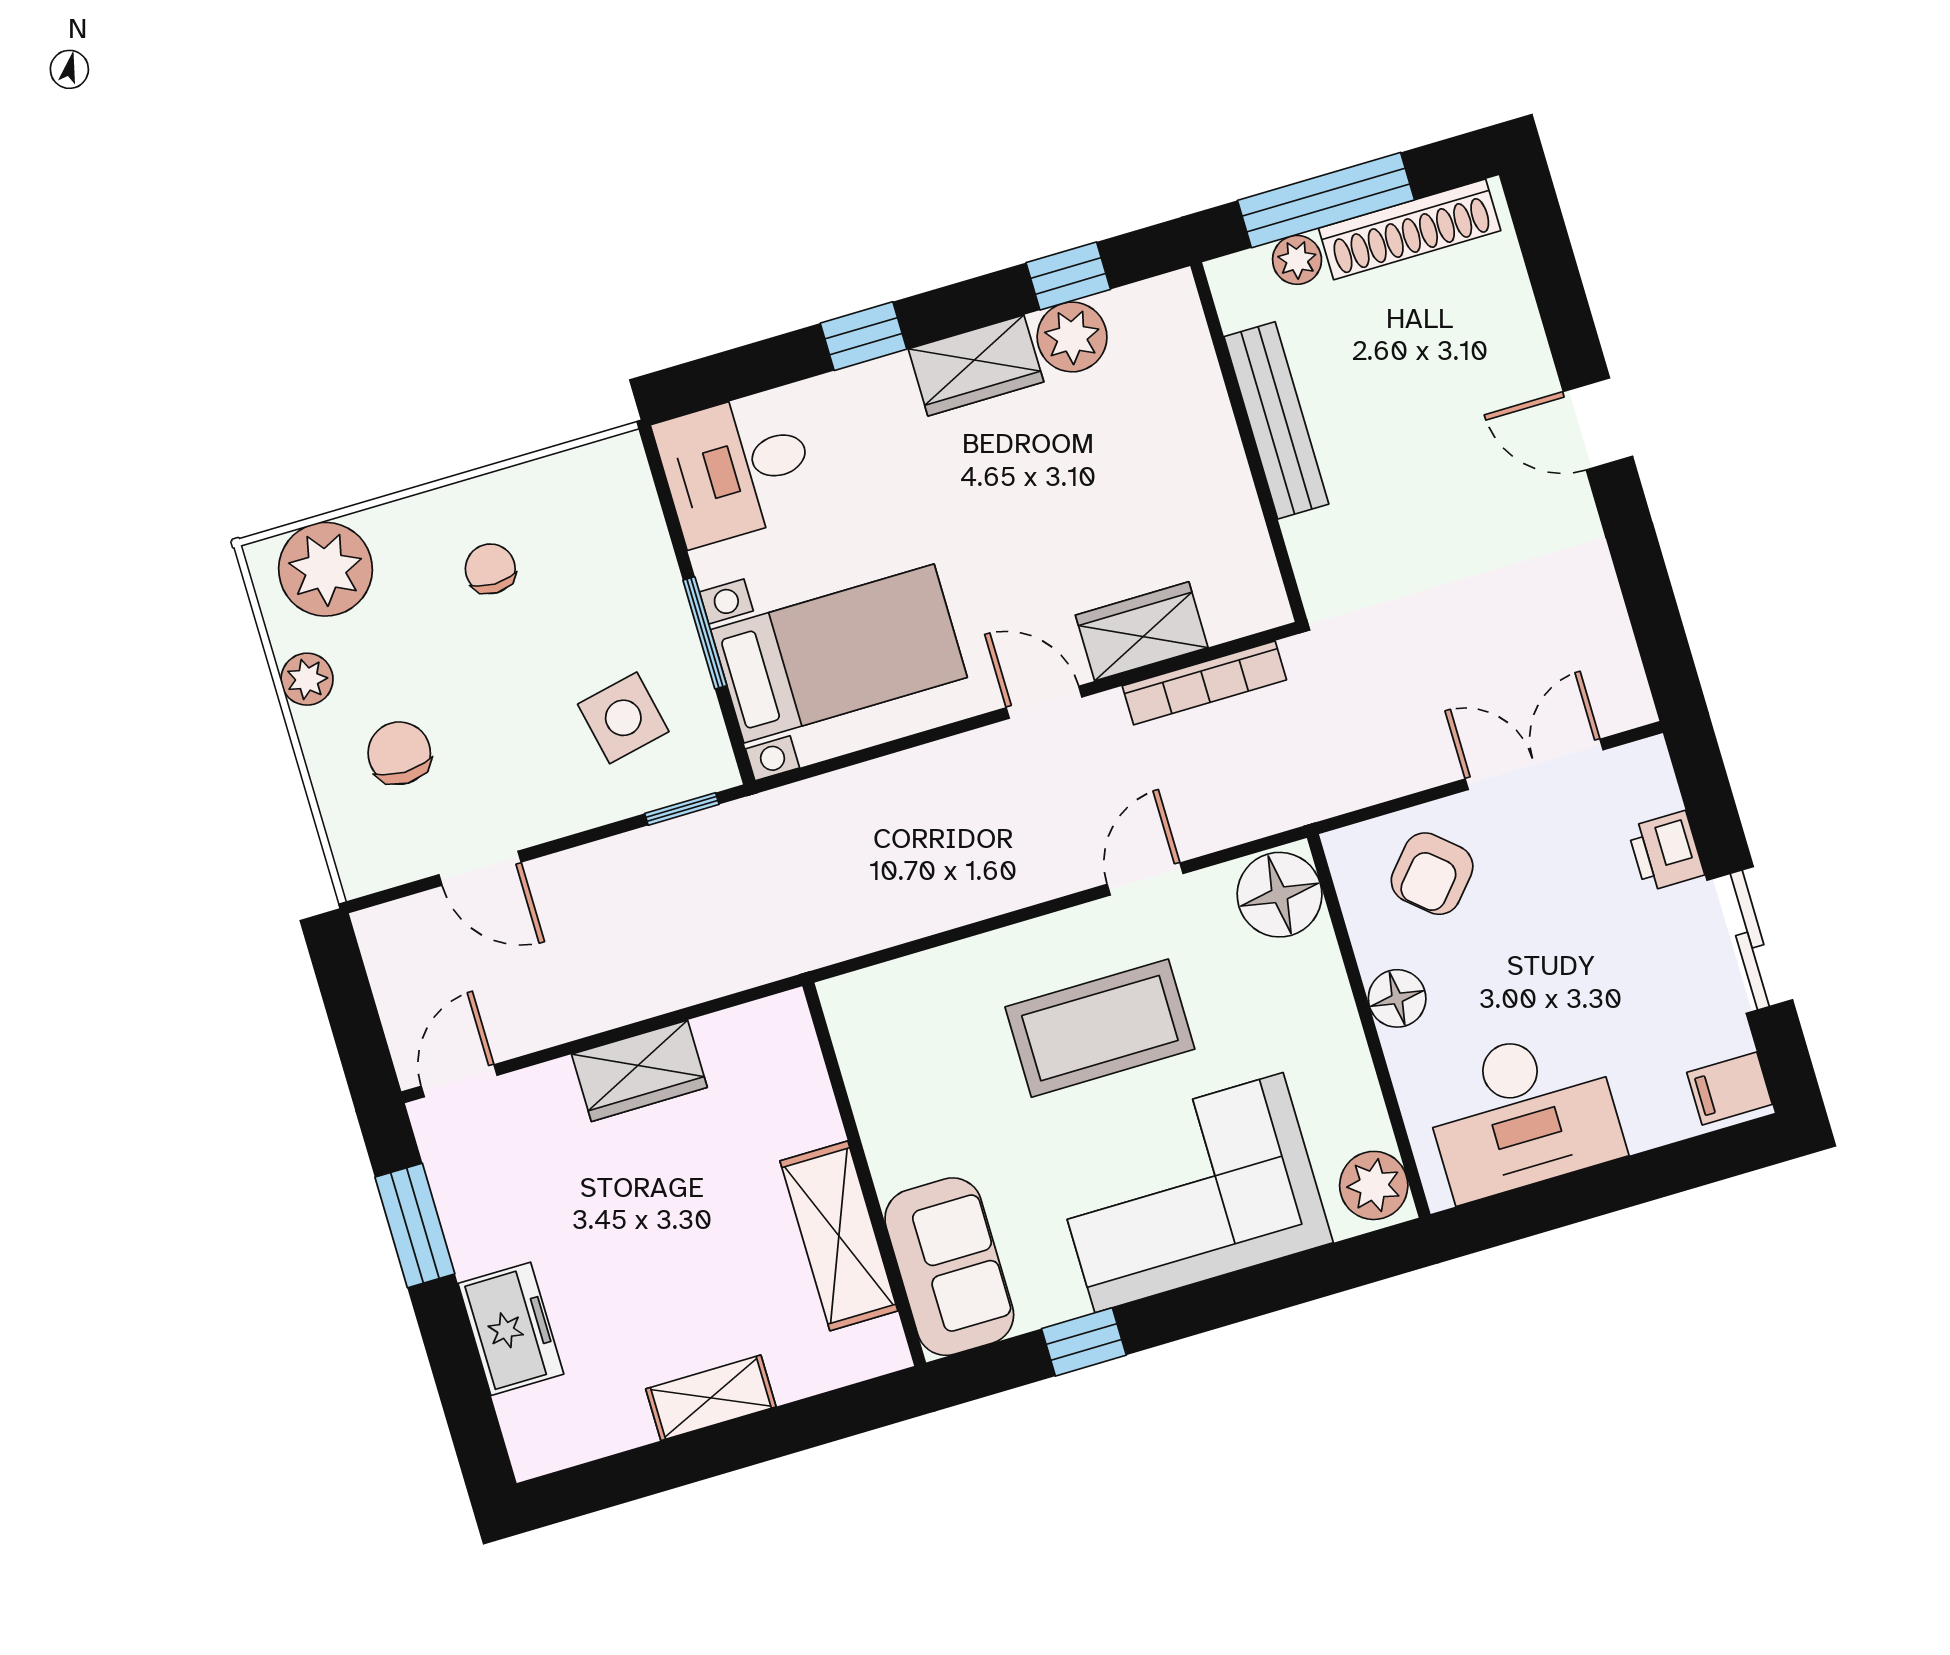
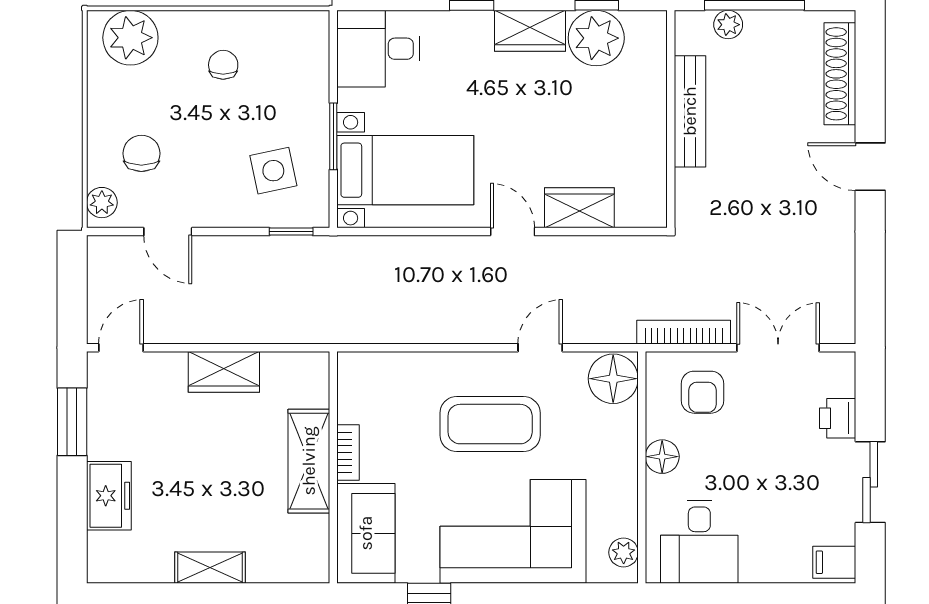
shoe rack: (1410, 229) -> (840, 74), moved, turned 90
plant: (1072, 337) -> (596, 38), width x1.36, depth x1.36
plant: (307, 679) -> (102, 203), moved
bookcase: (1204, 683) -> (684, 332), moved, turned 180
armchair: (1432, 874) -> (703, 392), turned -41
desk: (1522, 1113) -> (699, 542), width x0.73
bookcase: (881, 1143) -> (348, 452), added
plant: (1374, 1185) -> (624, 552), width x0.73, depth x0.73
shelving: (839, 1236) -> (309, 461), moved

